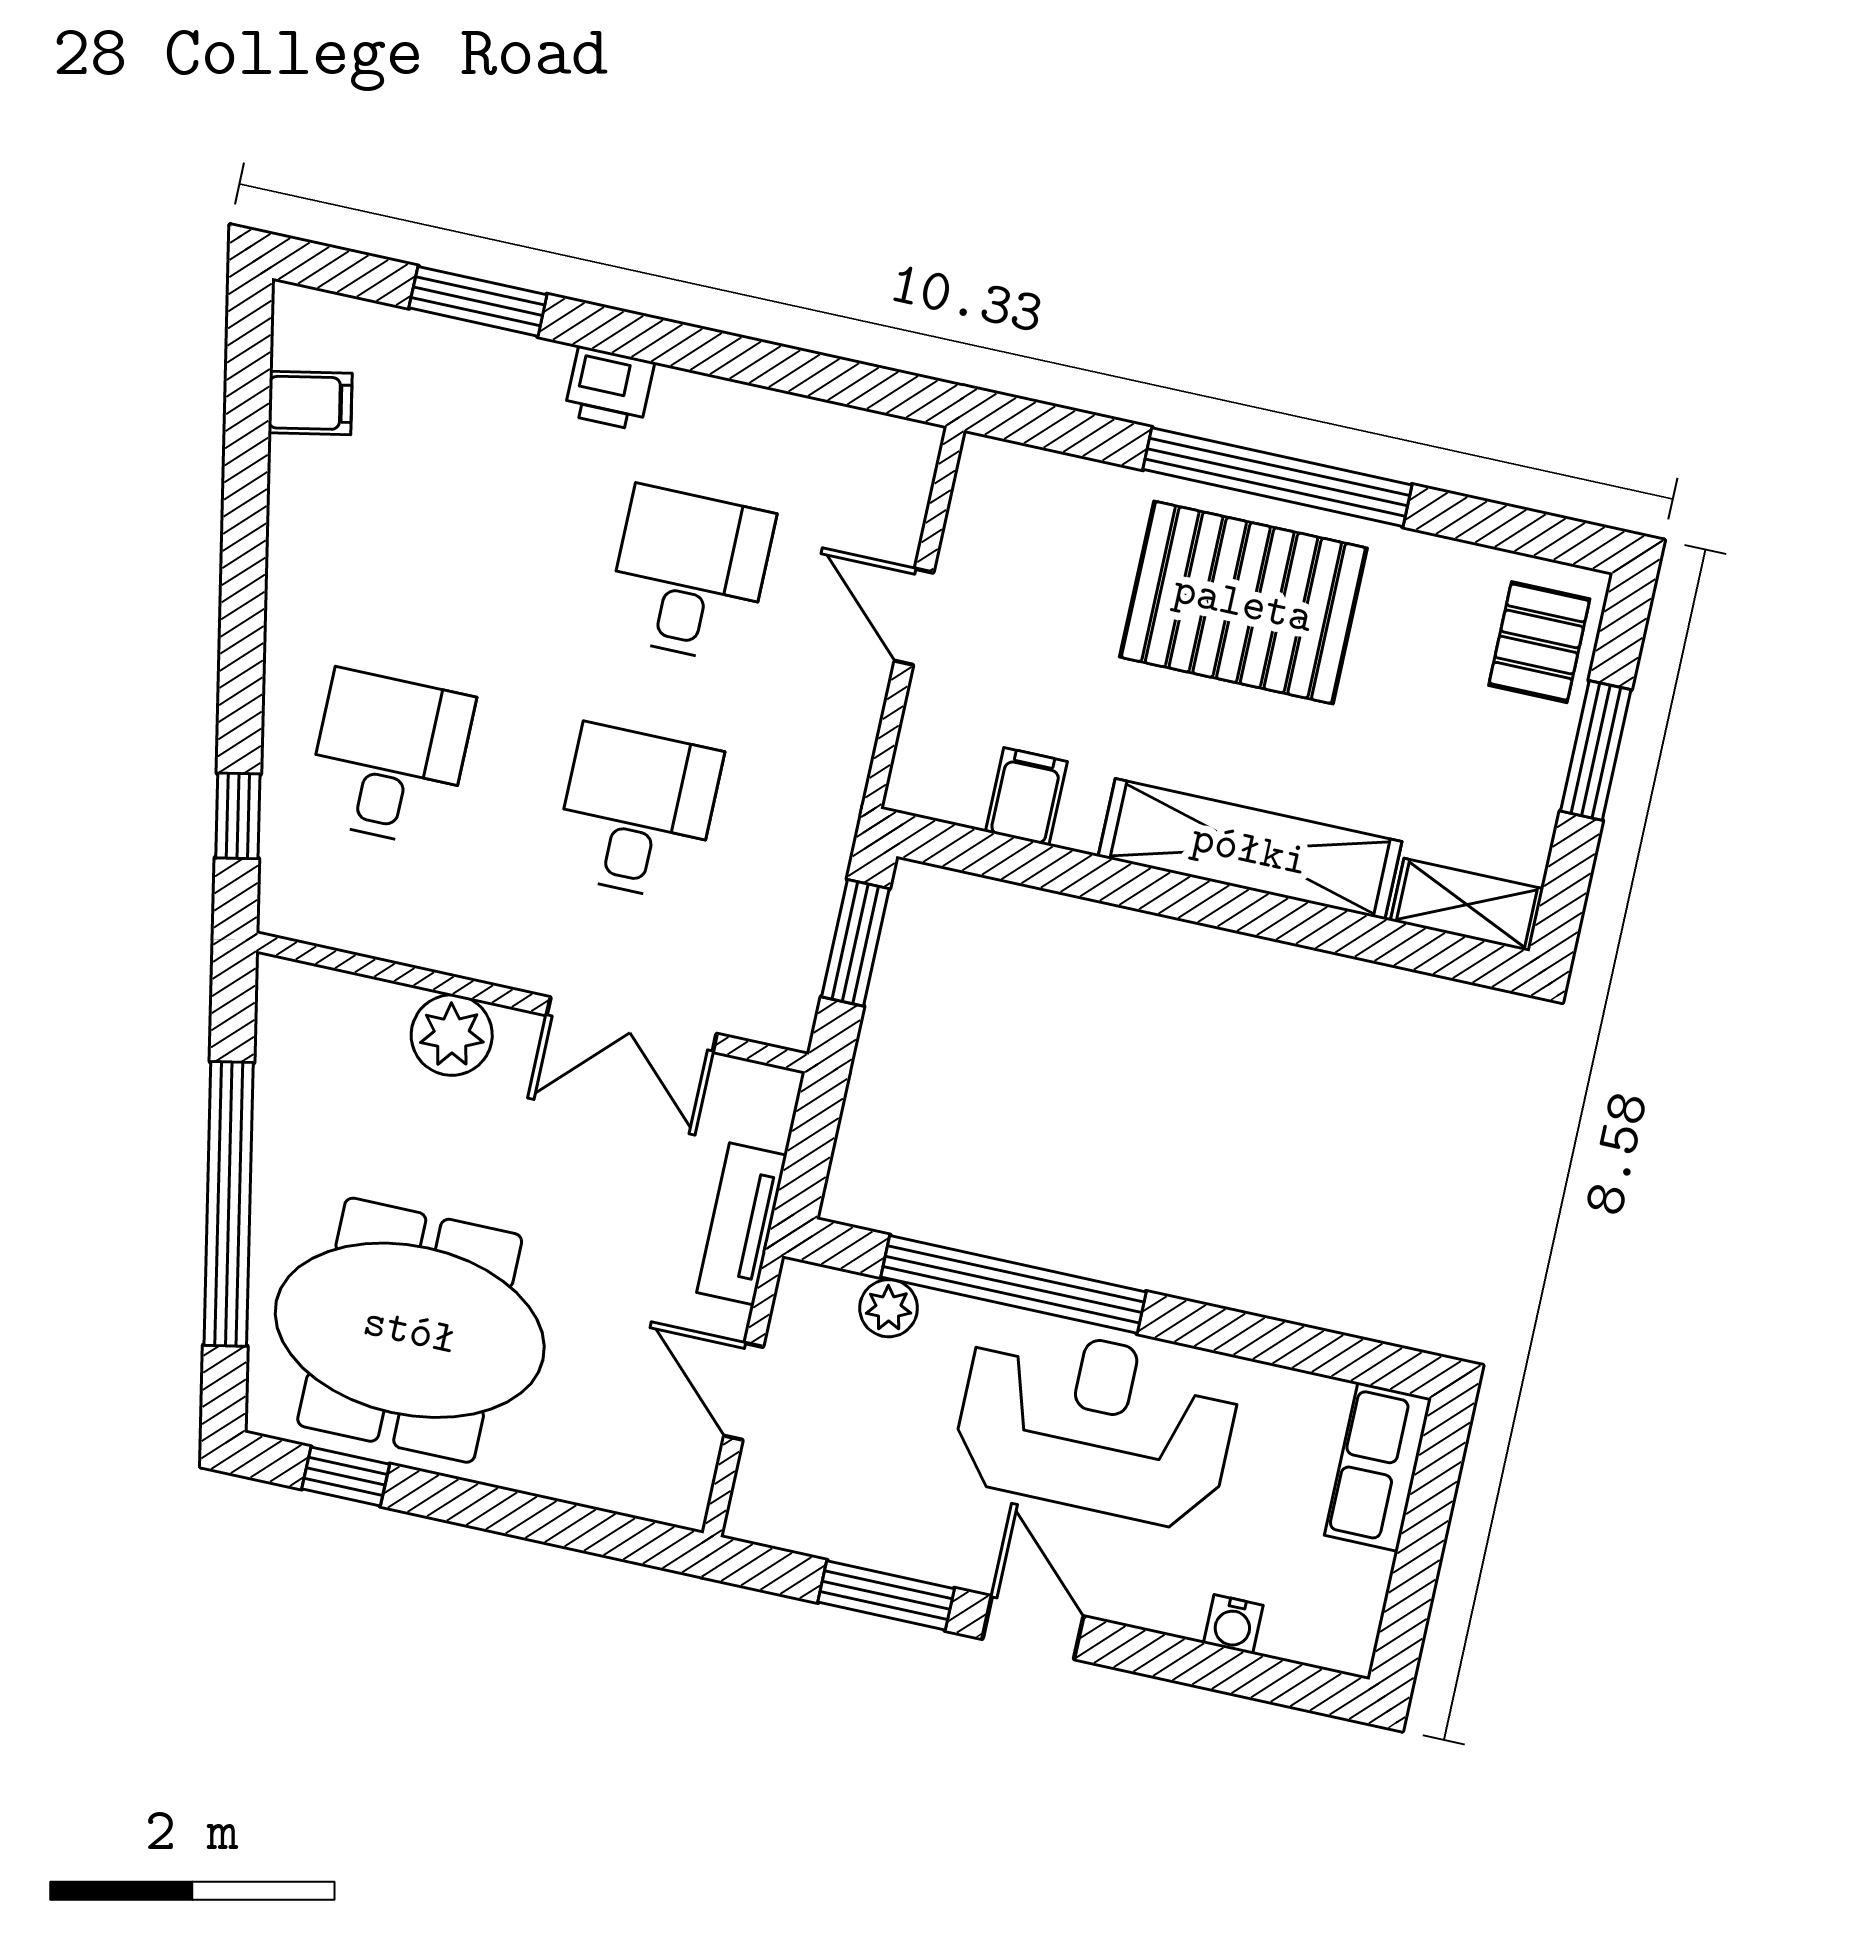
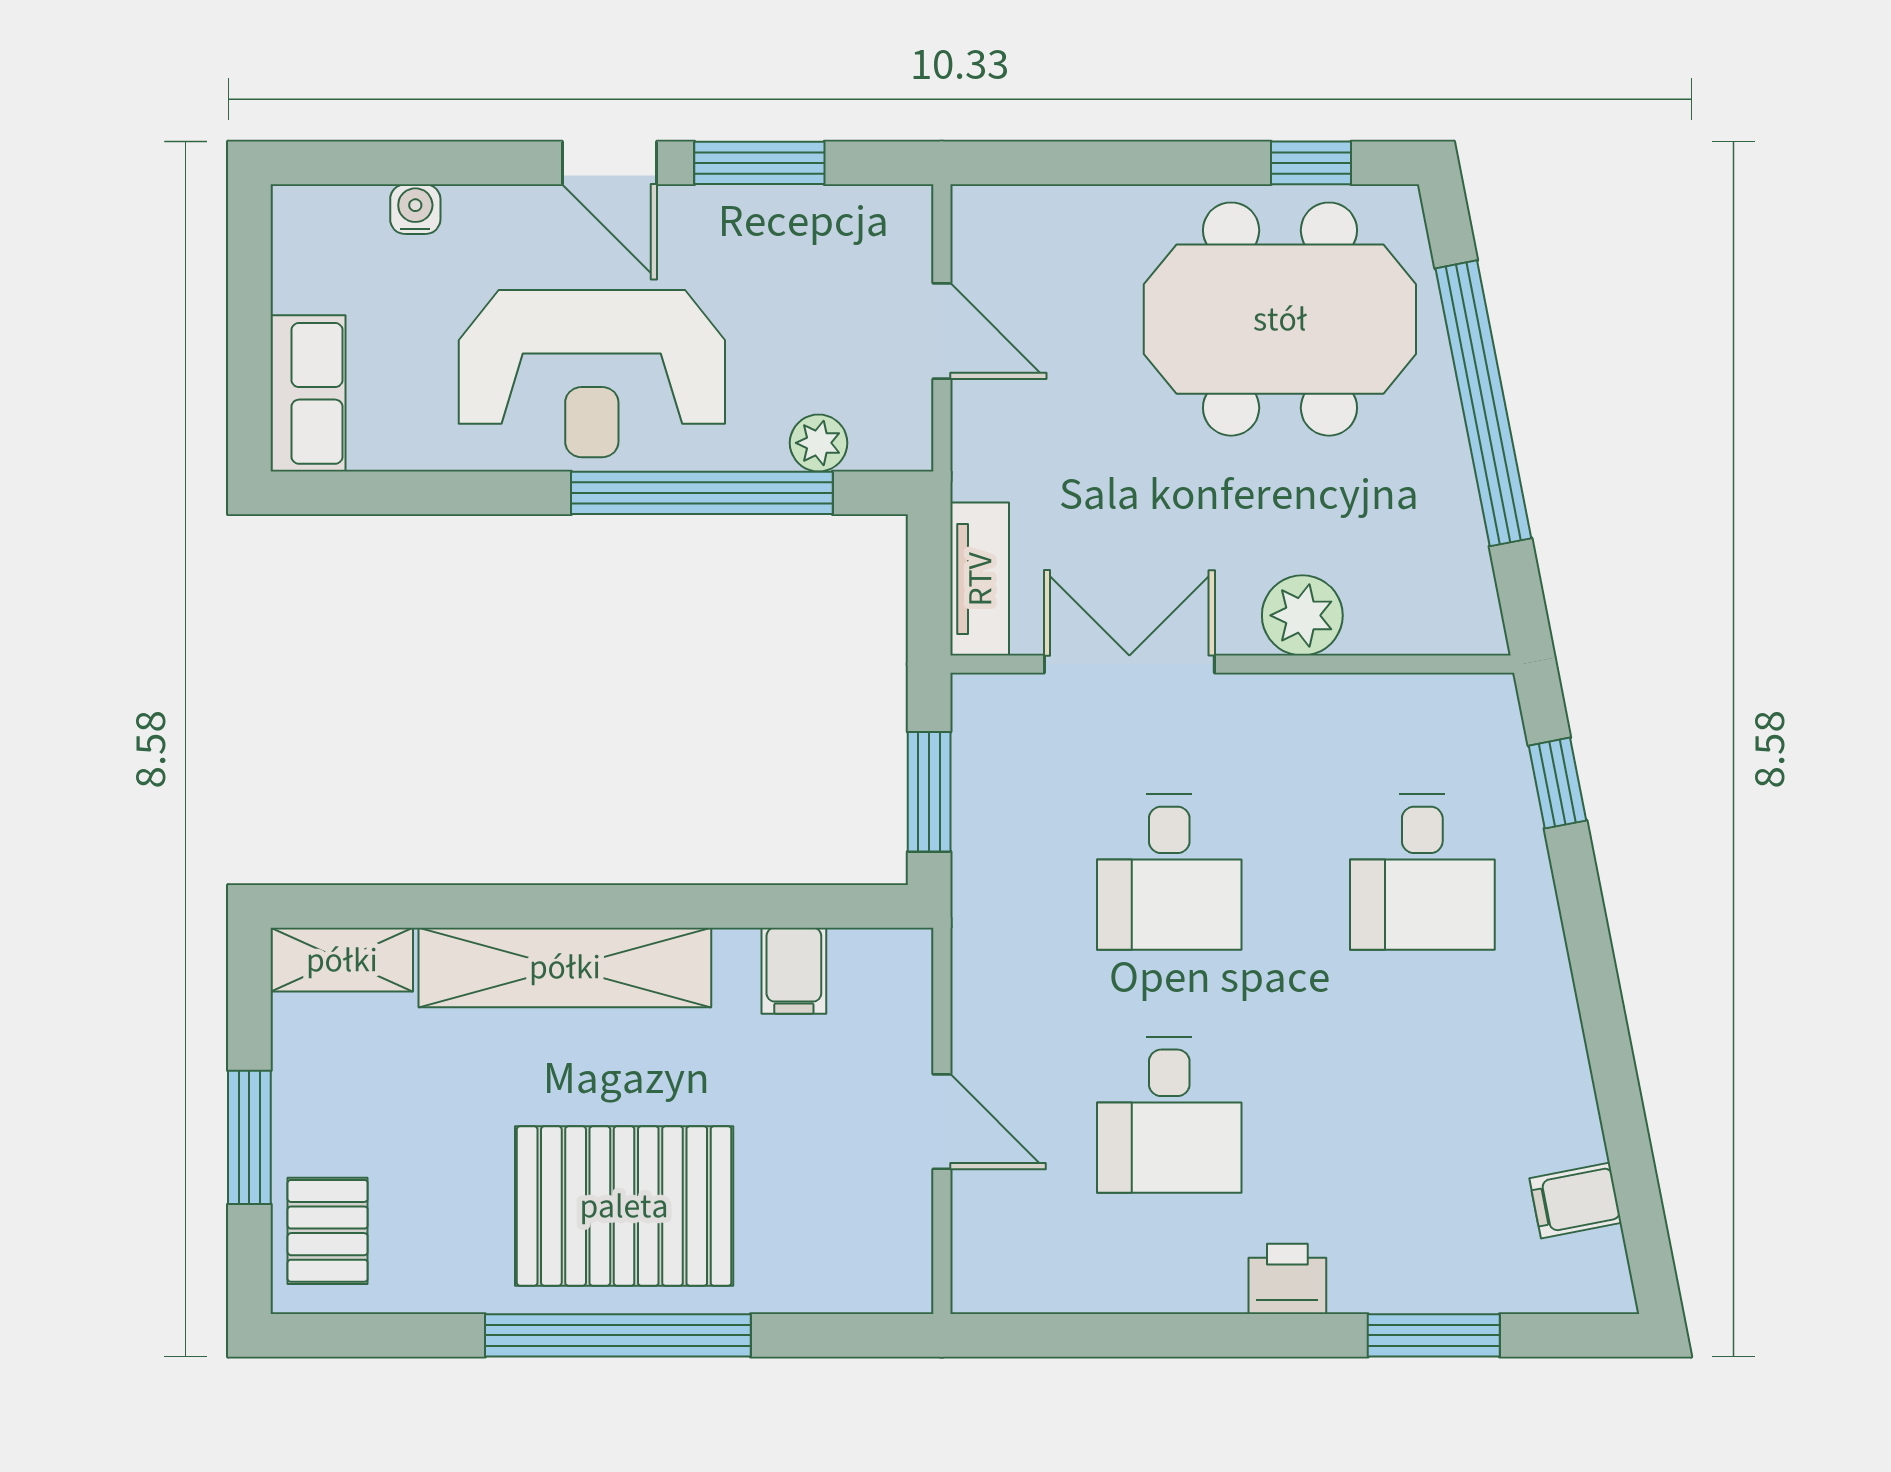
tv unit: (742, 1224) -> (980, 579), moved

